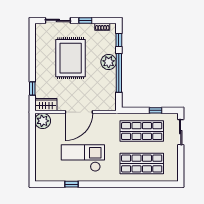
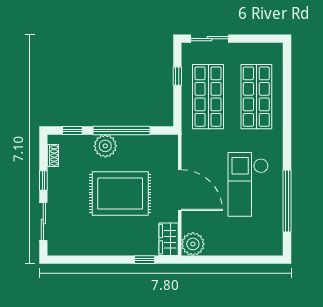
rug: (71, 58) -> (120, 194), moved
window: (72, 184) -> (287, 201), width x3.17

